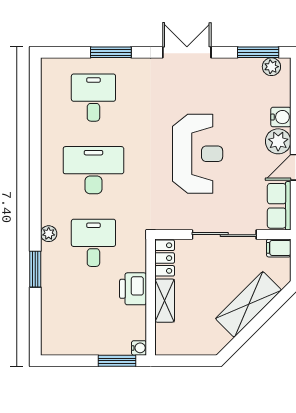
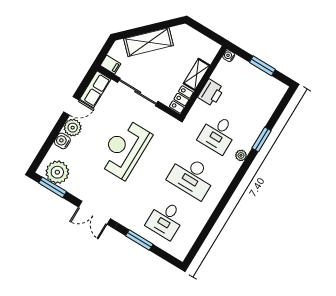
plant: (271, 67) -> (57, 172), width x1.88, depth x1.88
window: (117, 361) -> (262, 66), moved

